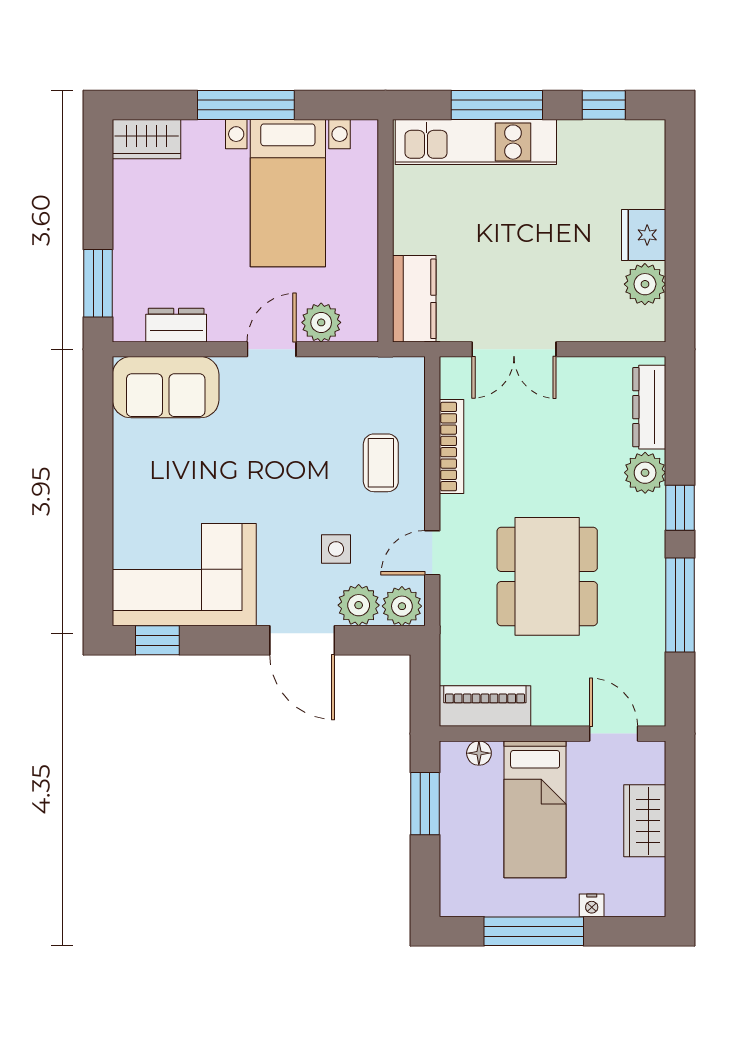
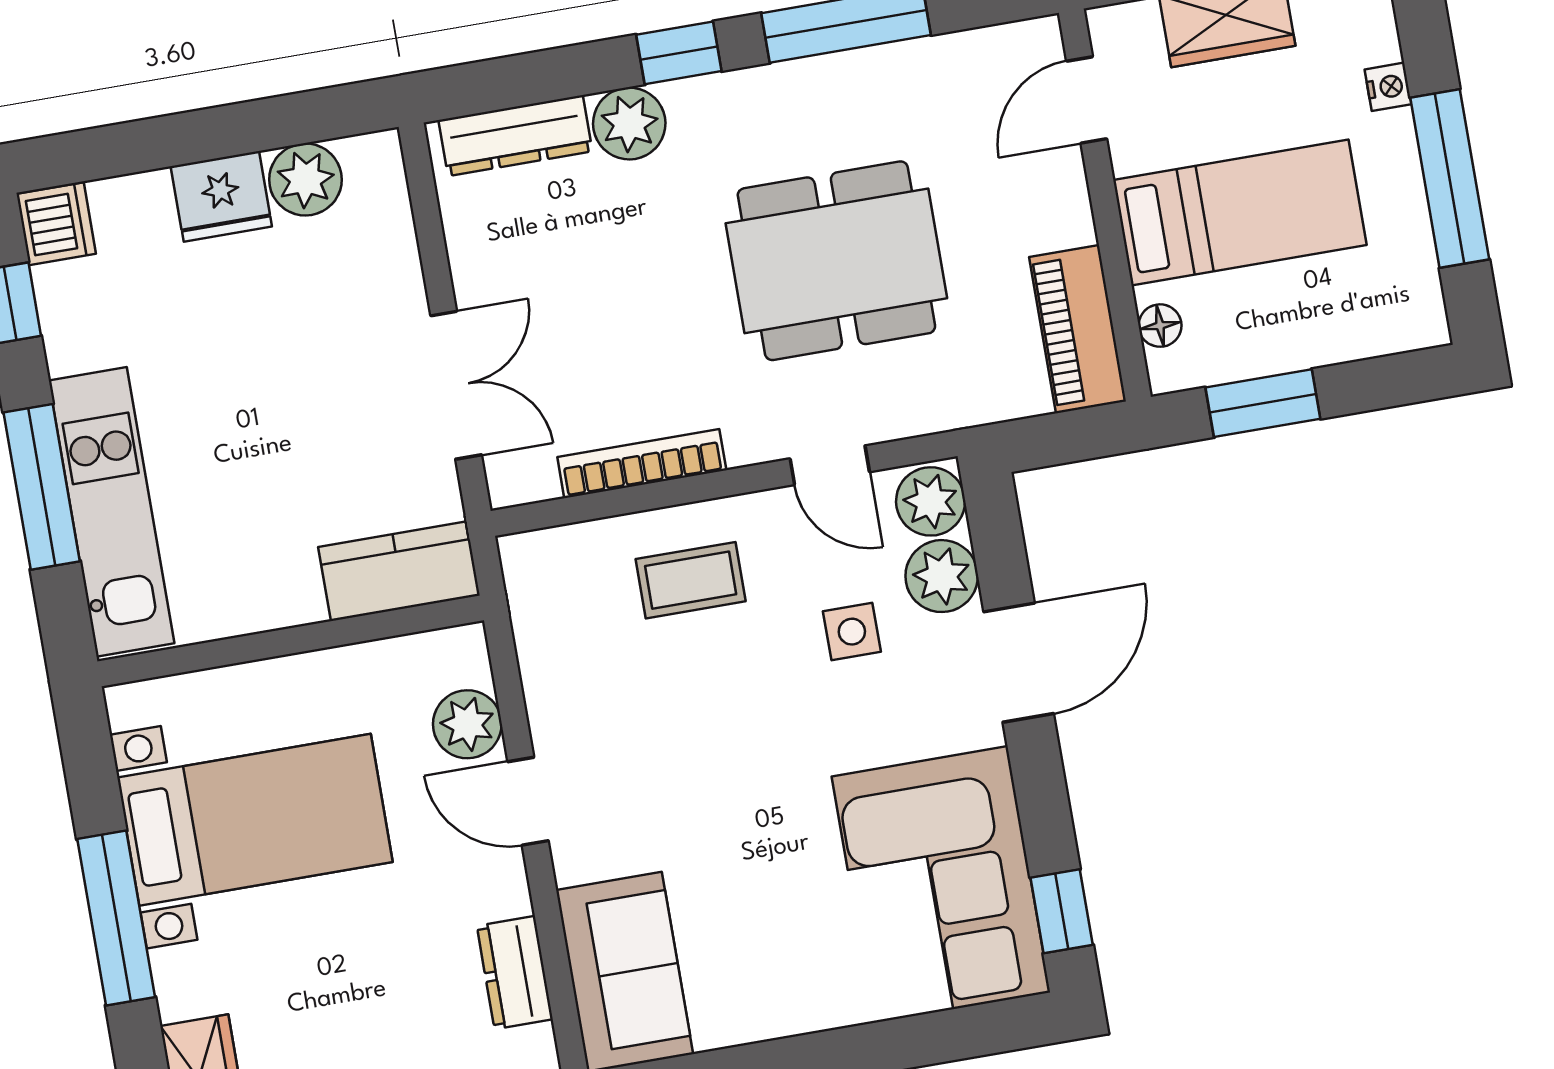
dishwasher: (644, 139) -> (56, 224), added

